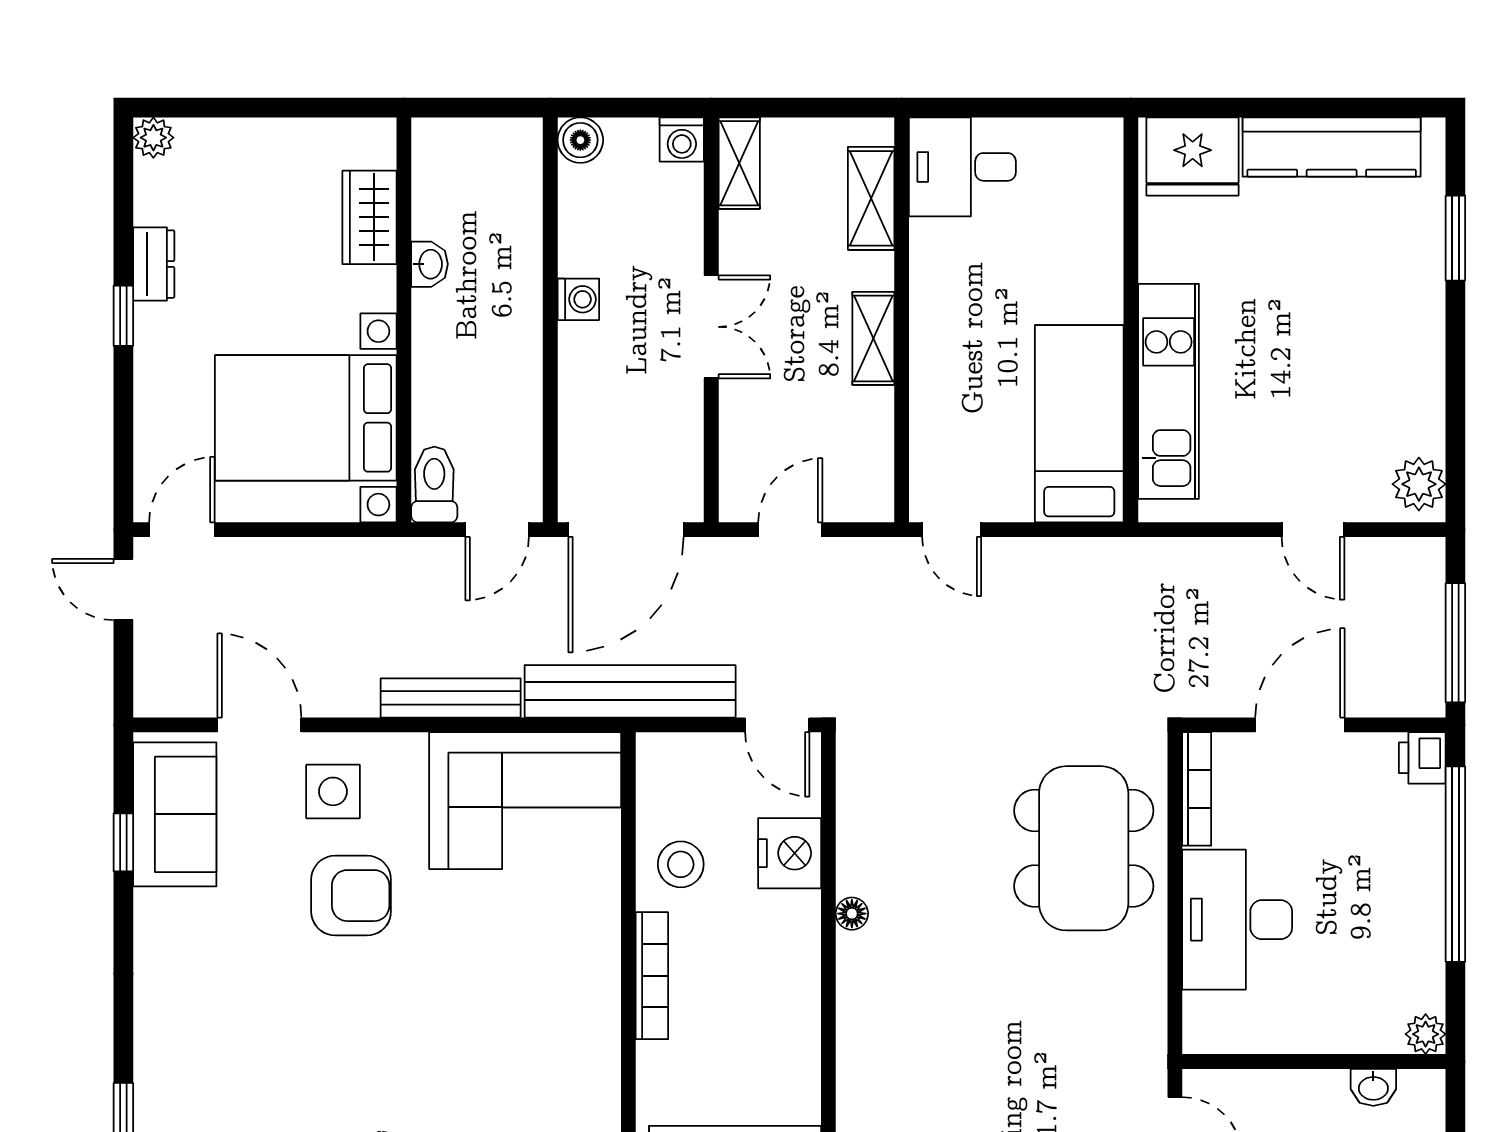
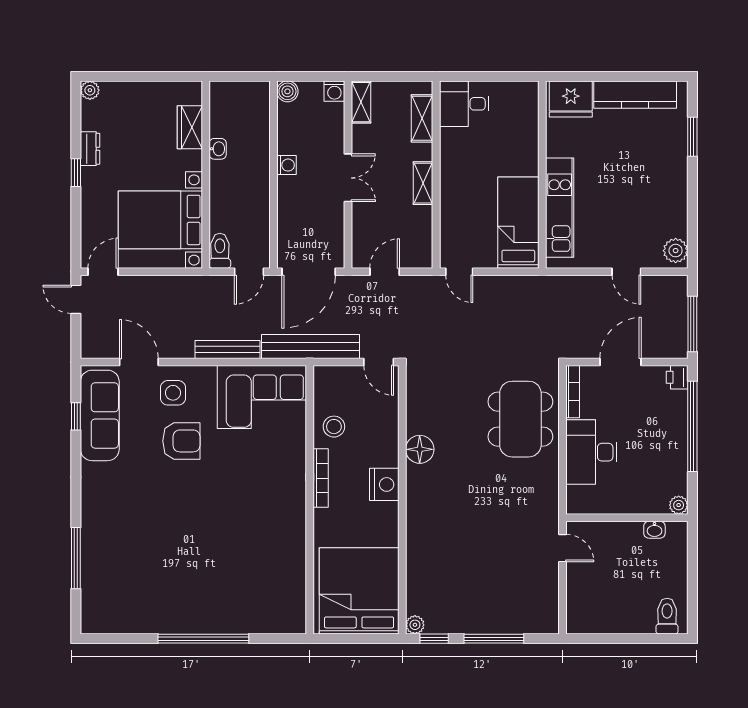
sofa: (175, 814) -> (100, 415), width x1.36
nightstand: (790, 853) -> (384, 484), moved
floor lamp: (852, 914) -> (420, 449), width x1.89, depth x1.89

